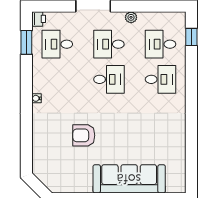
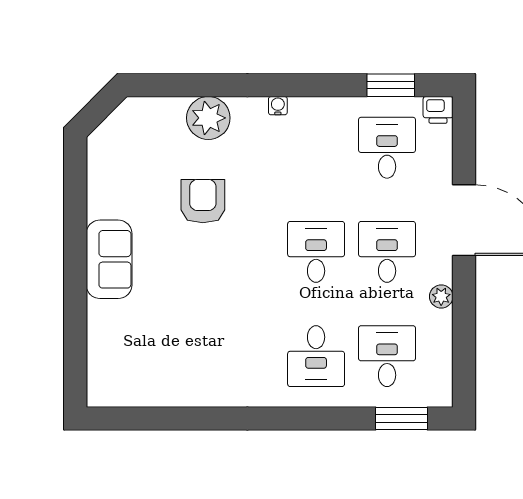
window: (191, 37) -> (402, 419), width x1.50
desk: (109, 79) -> (316, 252), turned 180
plant: (43, 133) -> (208, 118), added
sofa: (129, 179) -> (109, 259), width x0.54, depth x0.79

